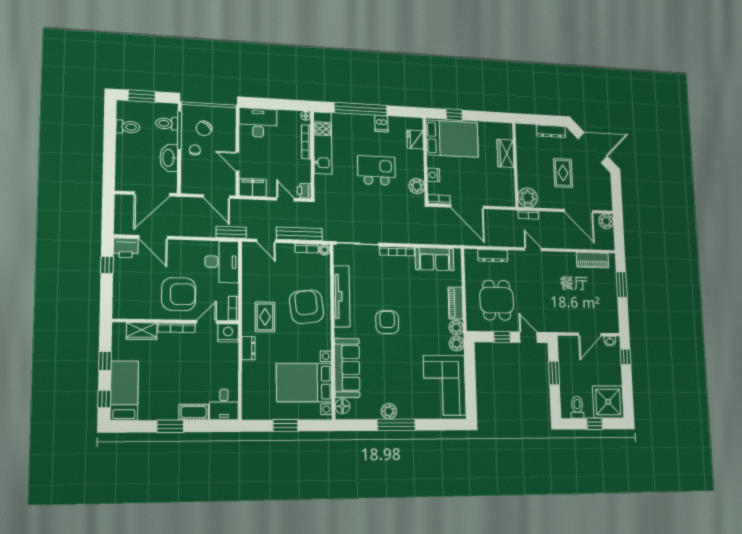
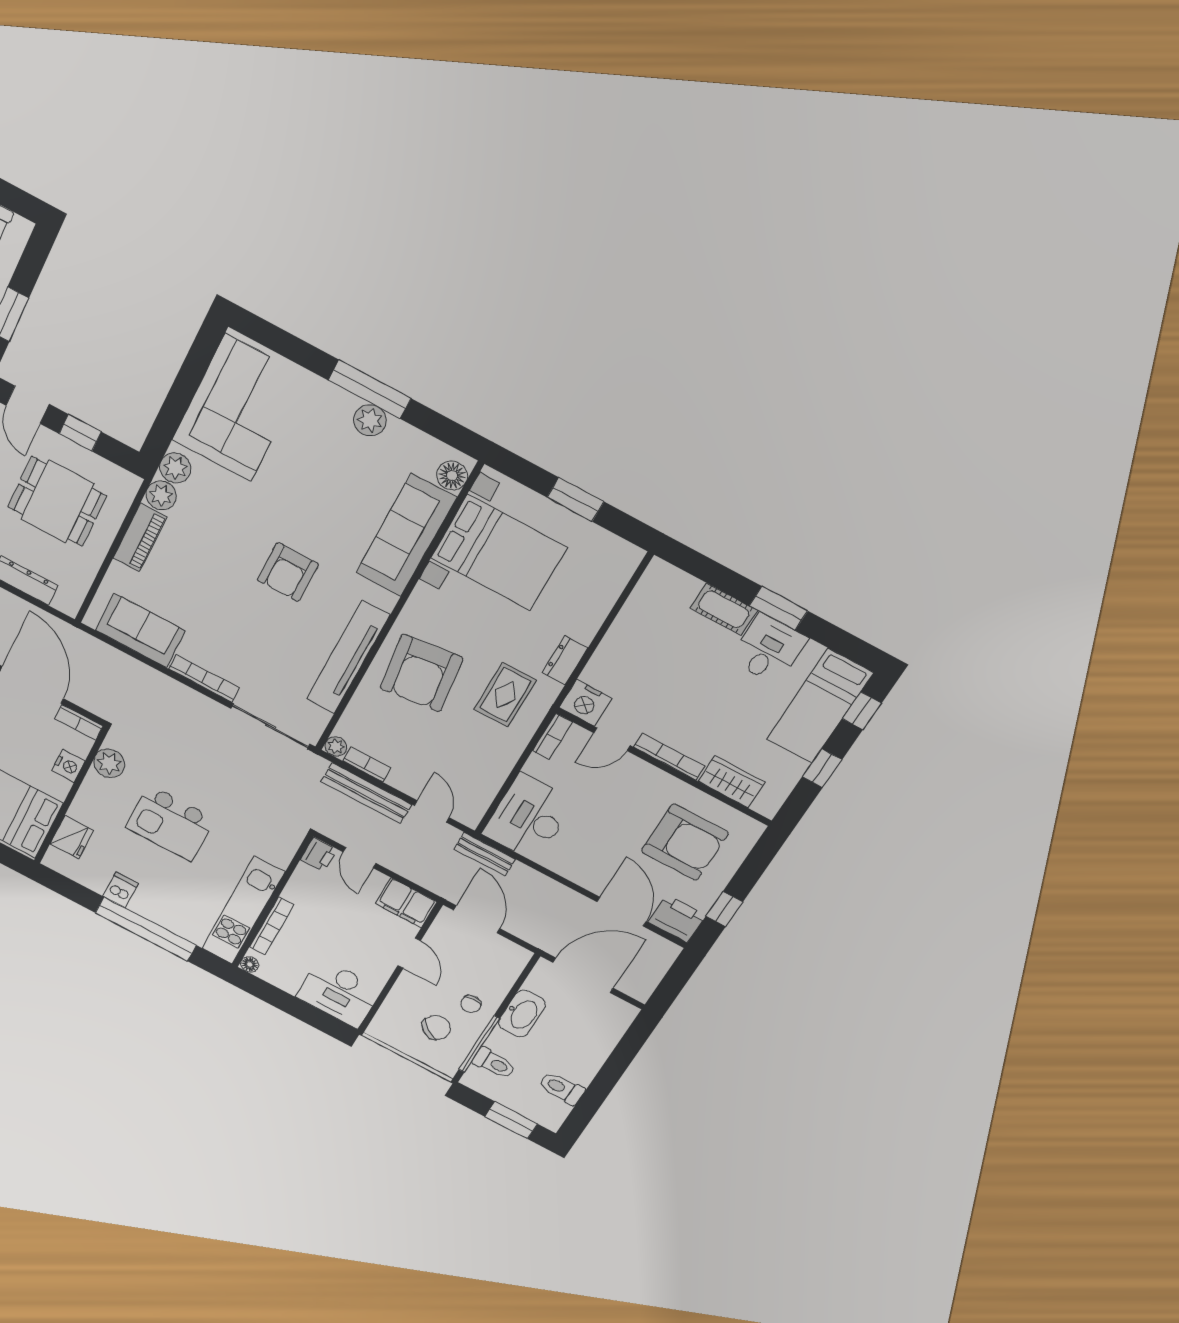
armchair: (179, 294) -> (685, 842), moved, turned 180
dining table: (497, 300) -> (57, 501), turned 90
desk: (224, 404) -> (768, 649), moved

